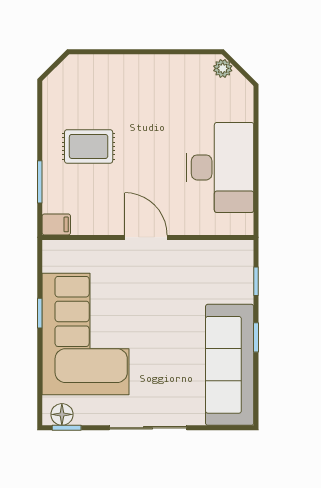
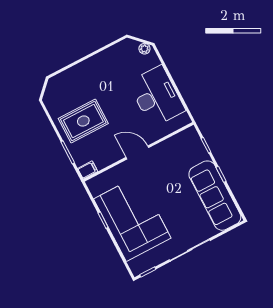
plant: (223, 68) -> (144, 49), moved
rug: (89, 146) -> (83, 121), width x1.36, depth x1.43
floor lamp: (62, 414) -> (142, 266), removed

